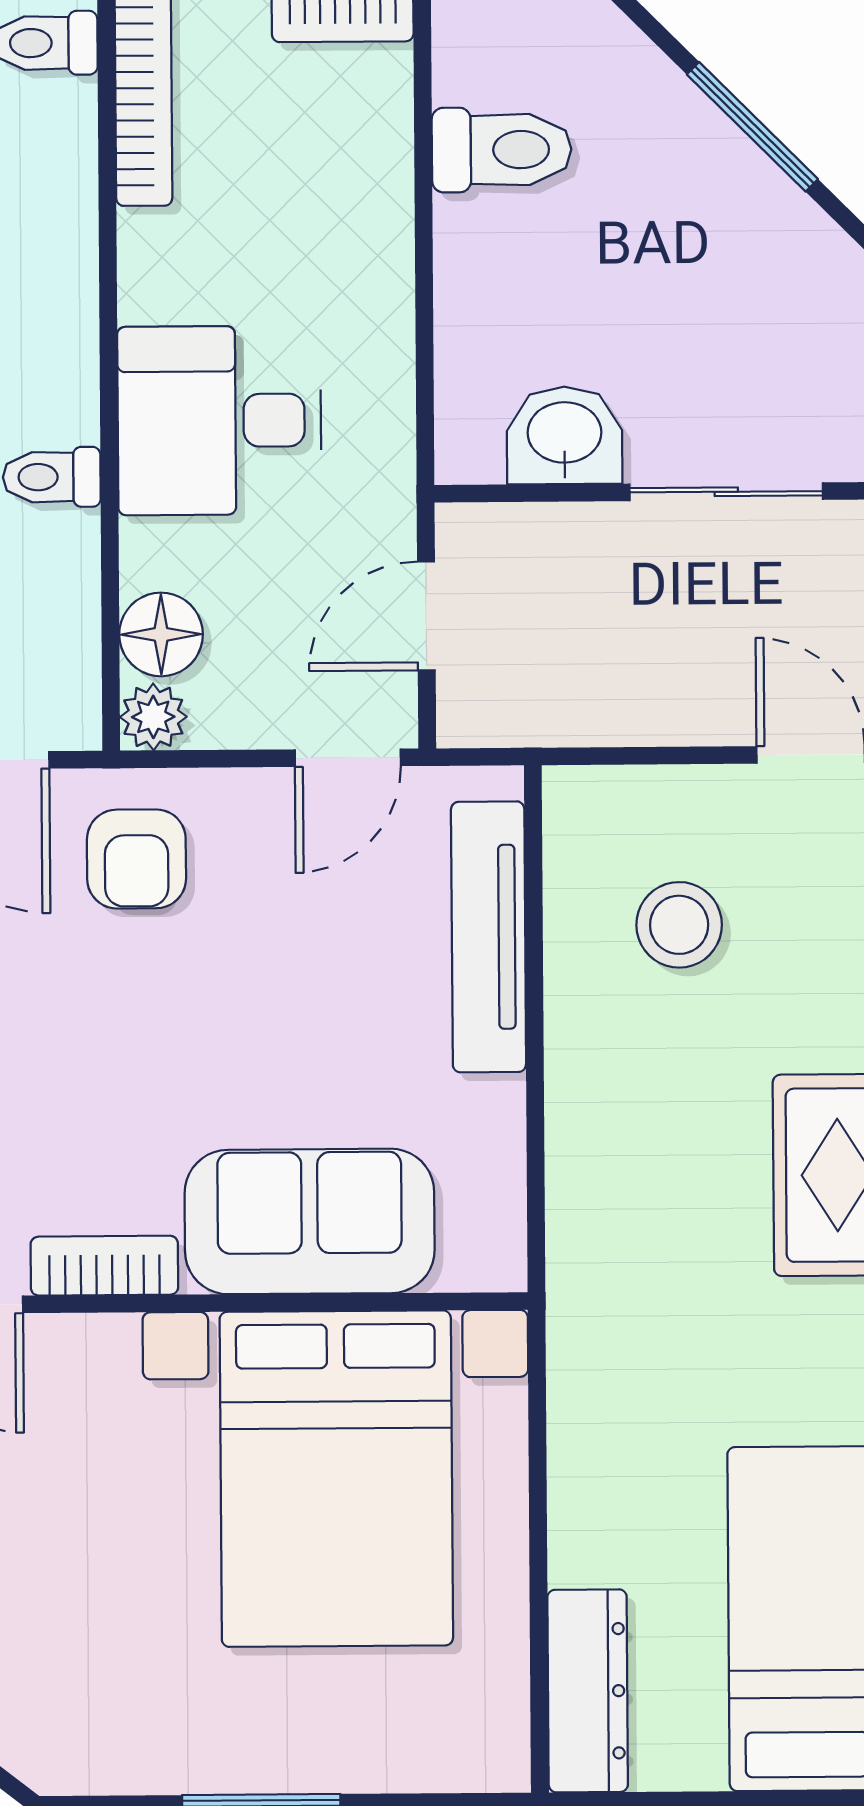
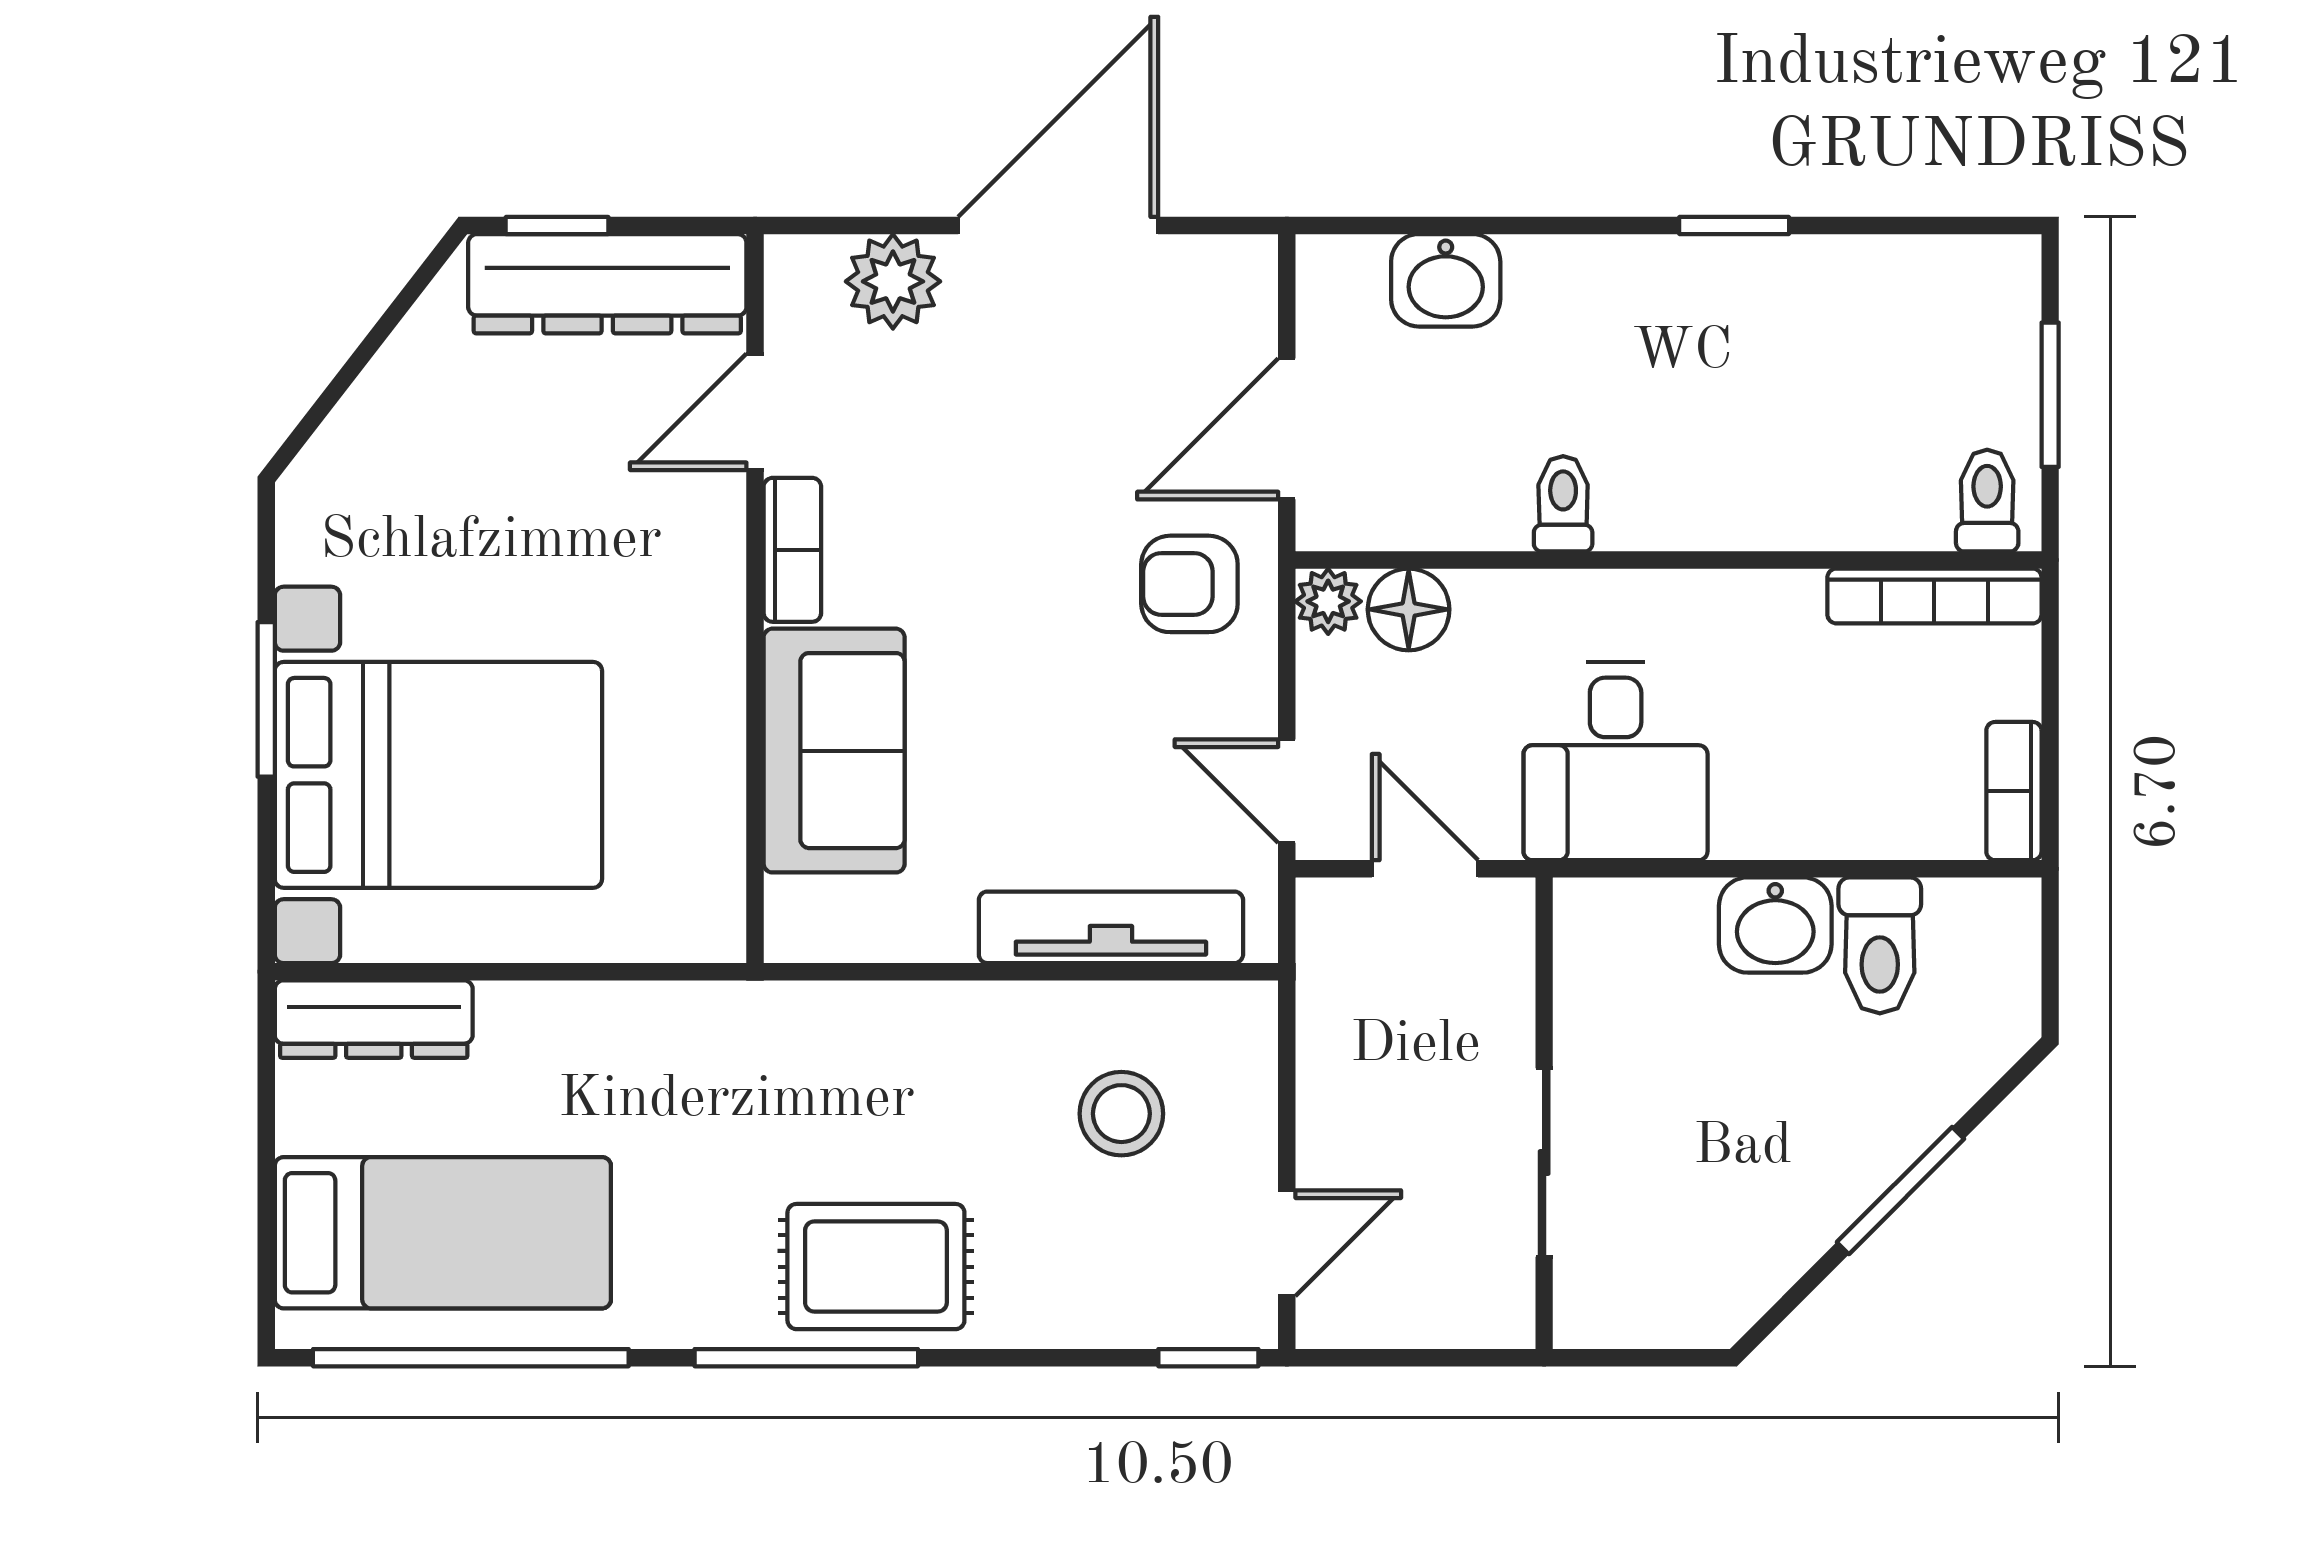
desk: (219, 420) -> (1616, 761), moved, turned 180
washbasin: (564, 435) -> (1775, 925), moved, turned 90
bed with nightstands: (336, 1479) -> (438, 775), moved, turned 180

